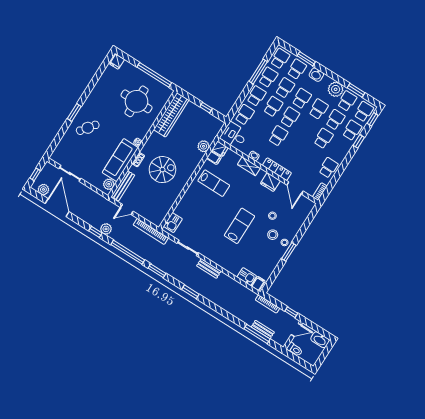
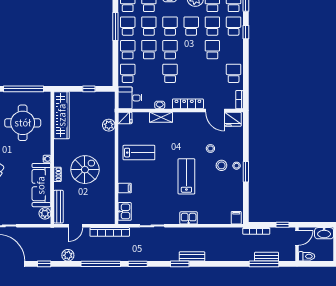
filing cabinet: (214, 158) -> (125, 188), moved
fridge: (270, 182) -> (233, 119), moved
window: (95, 232) -> (44, 264), moved
bench: (209, 268) -> (192, 256), moved
kitchen sink: (247, 277) -> (189, 218), moved

